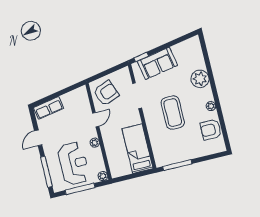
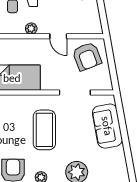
window: (141, 57) -> (120, 109), removed
coffee table: (173, 113) -> (44, 130), turned 90

